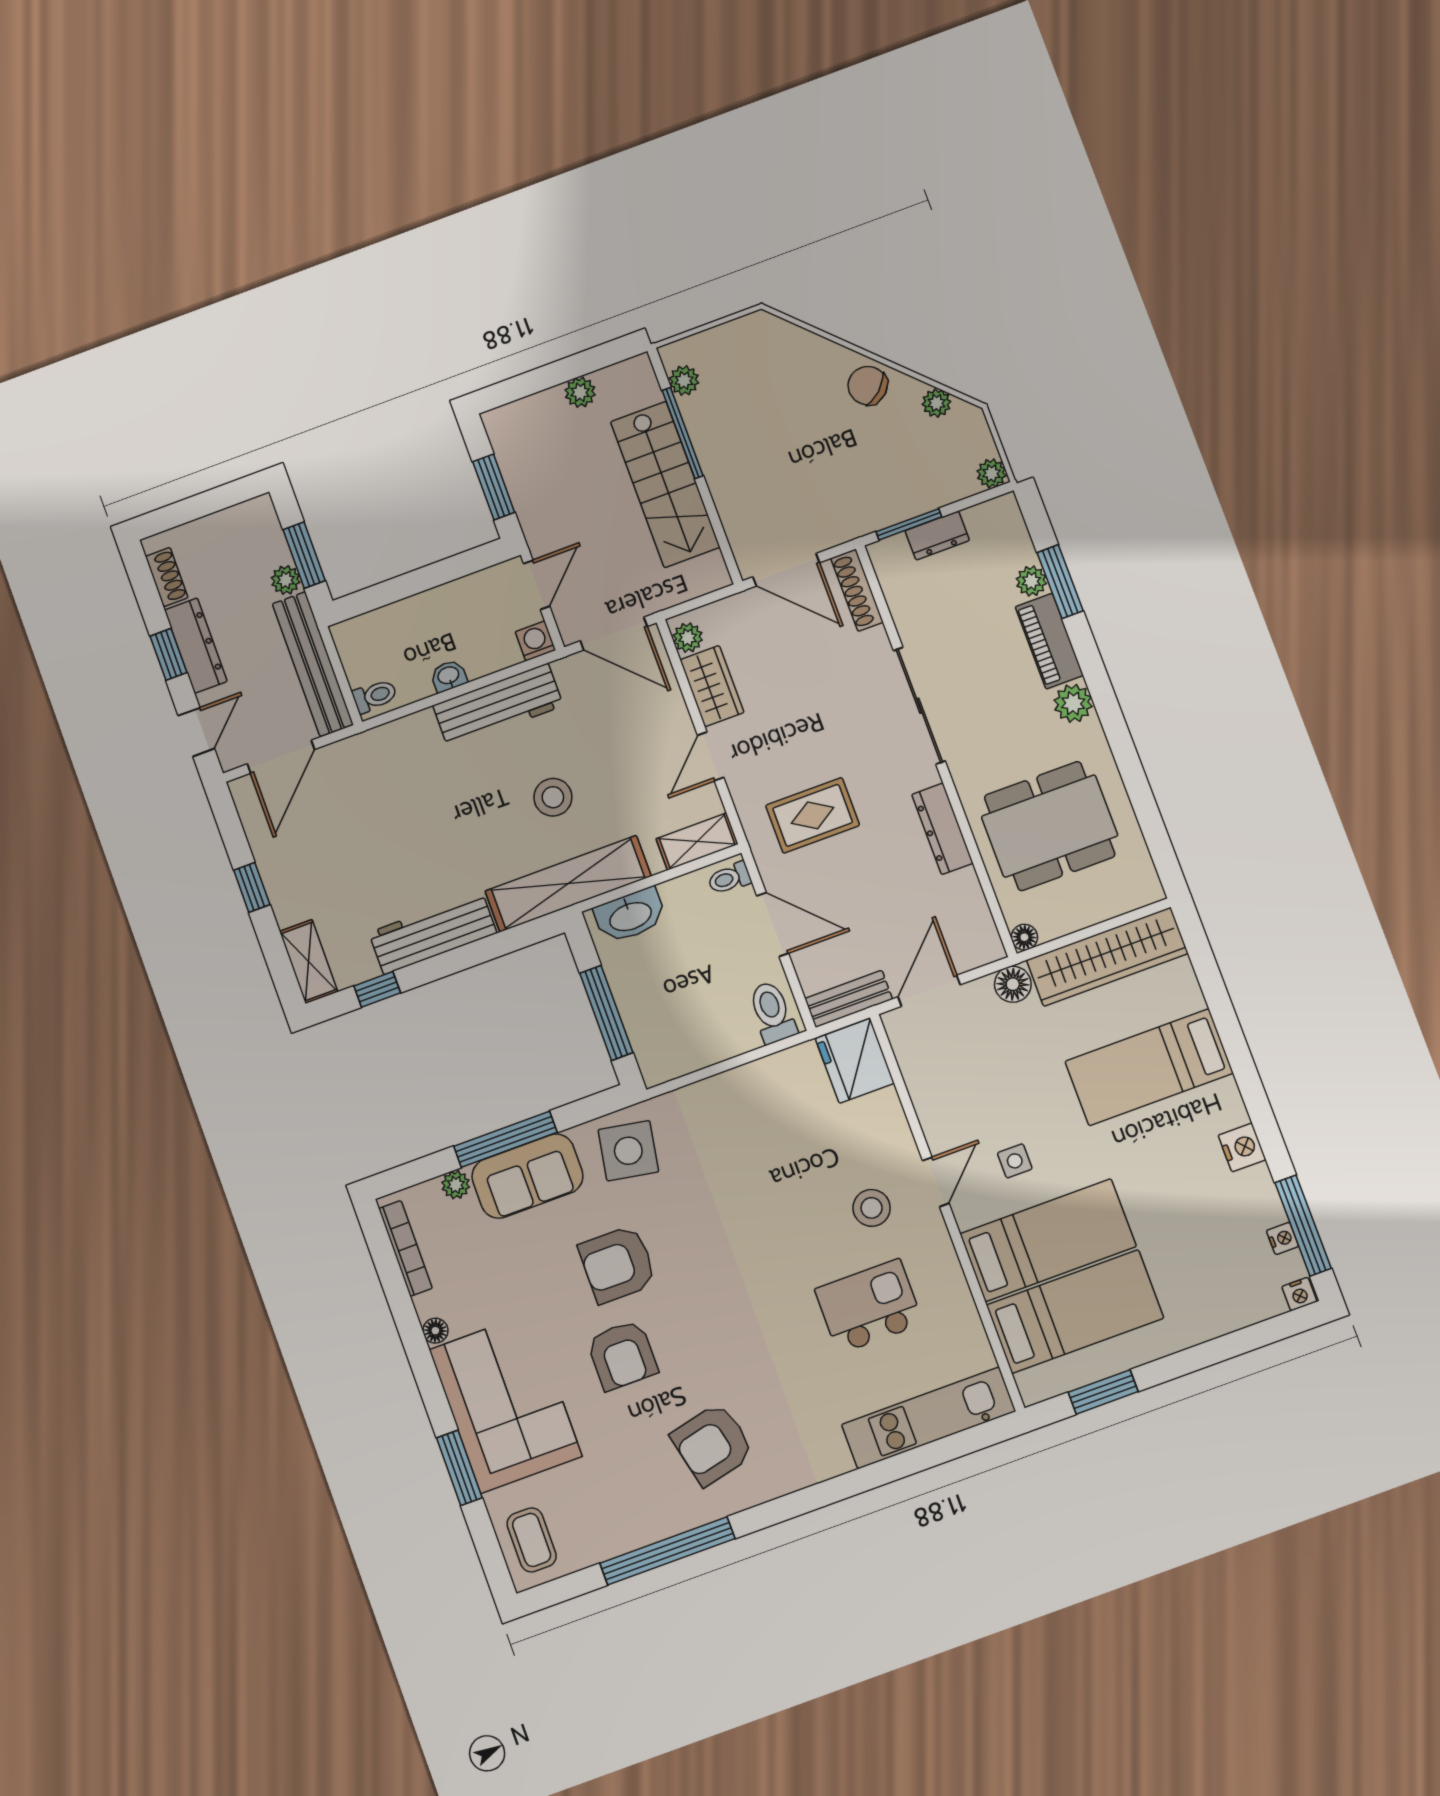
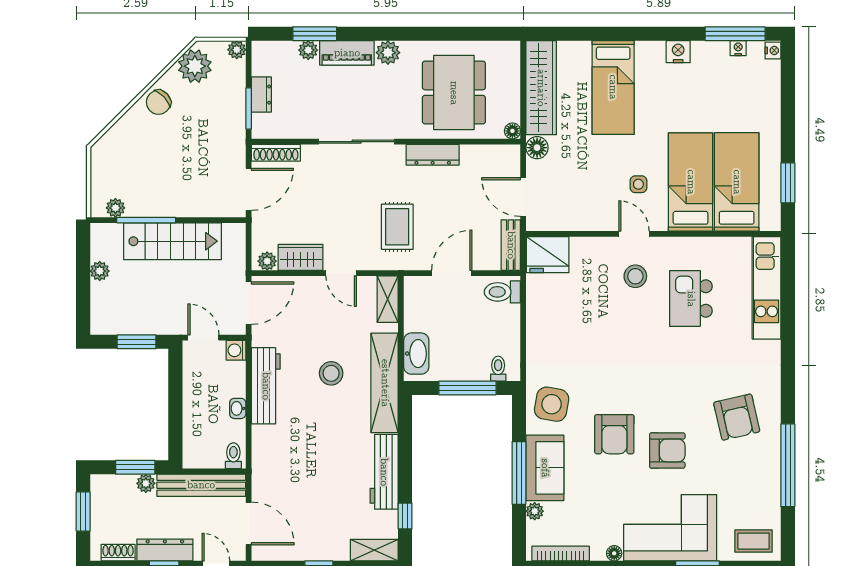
plant: (937, 403) -> (195, 66), width x1.88, depth x1.88
window: (210, 502) -> (83, 511), added
toilet: (729, 878) -> (498, 369), moved, turned 180

